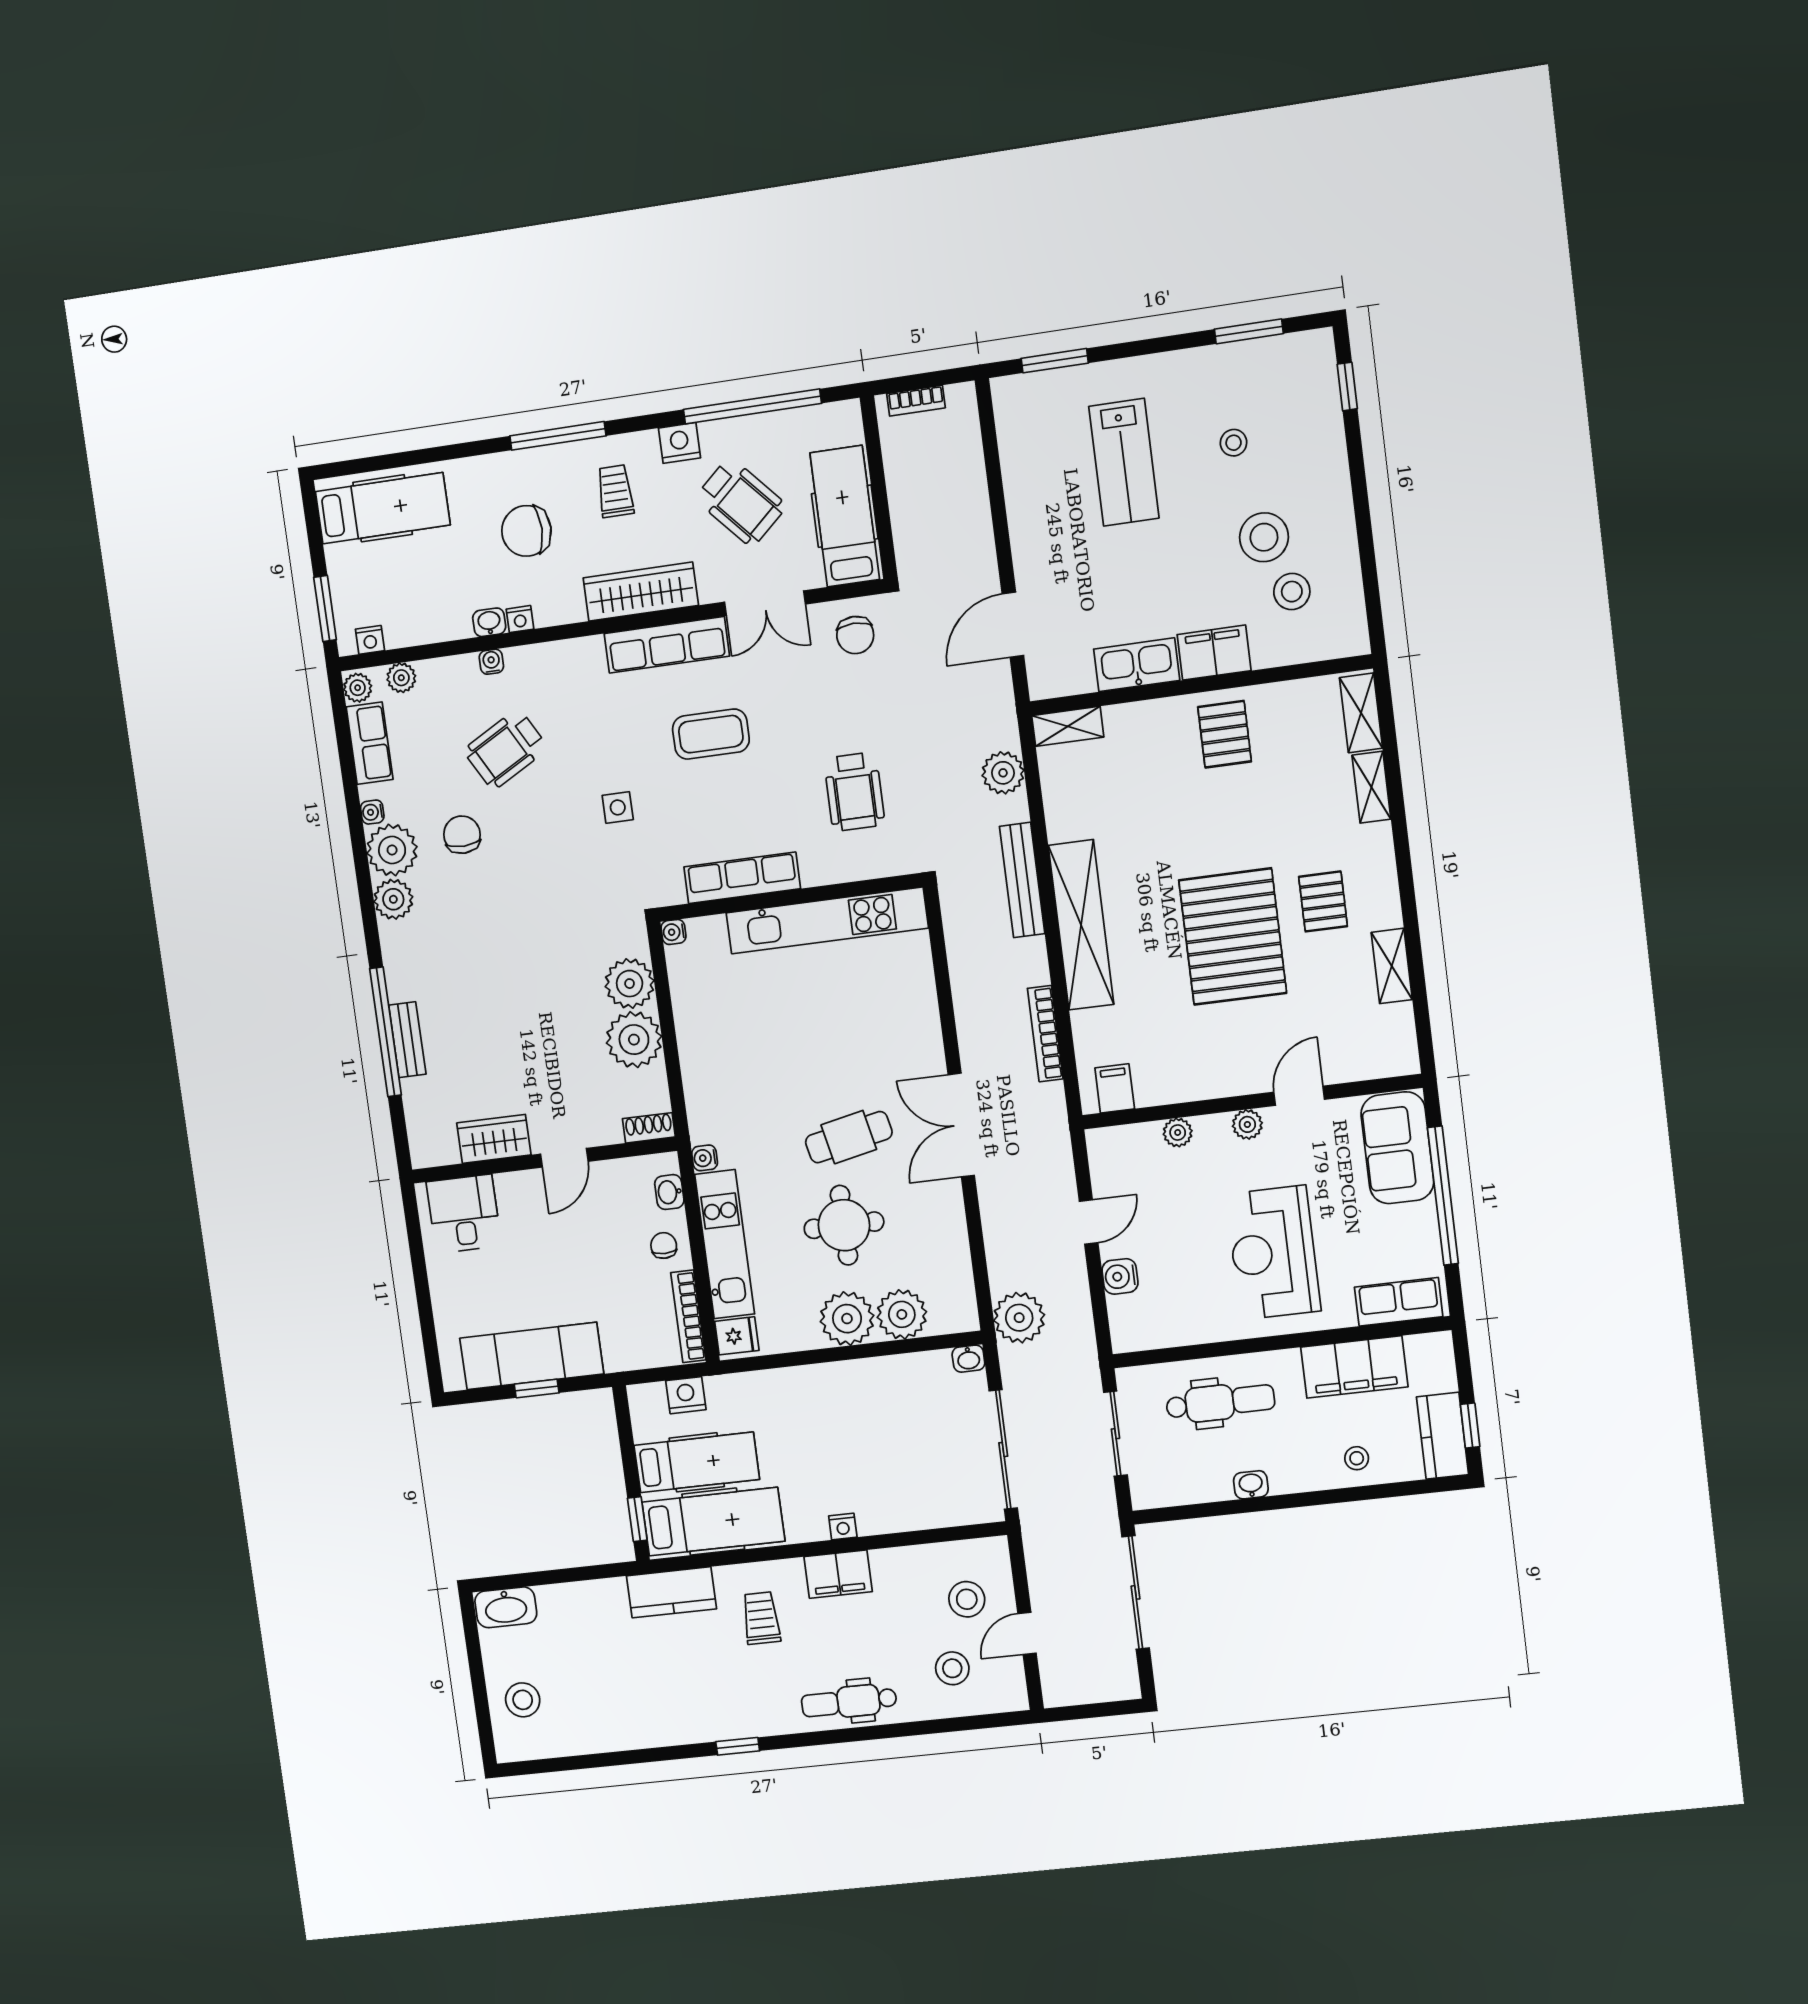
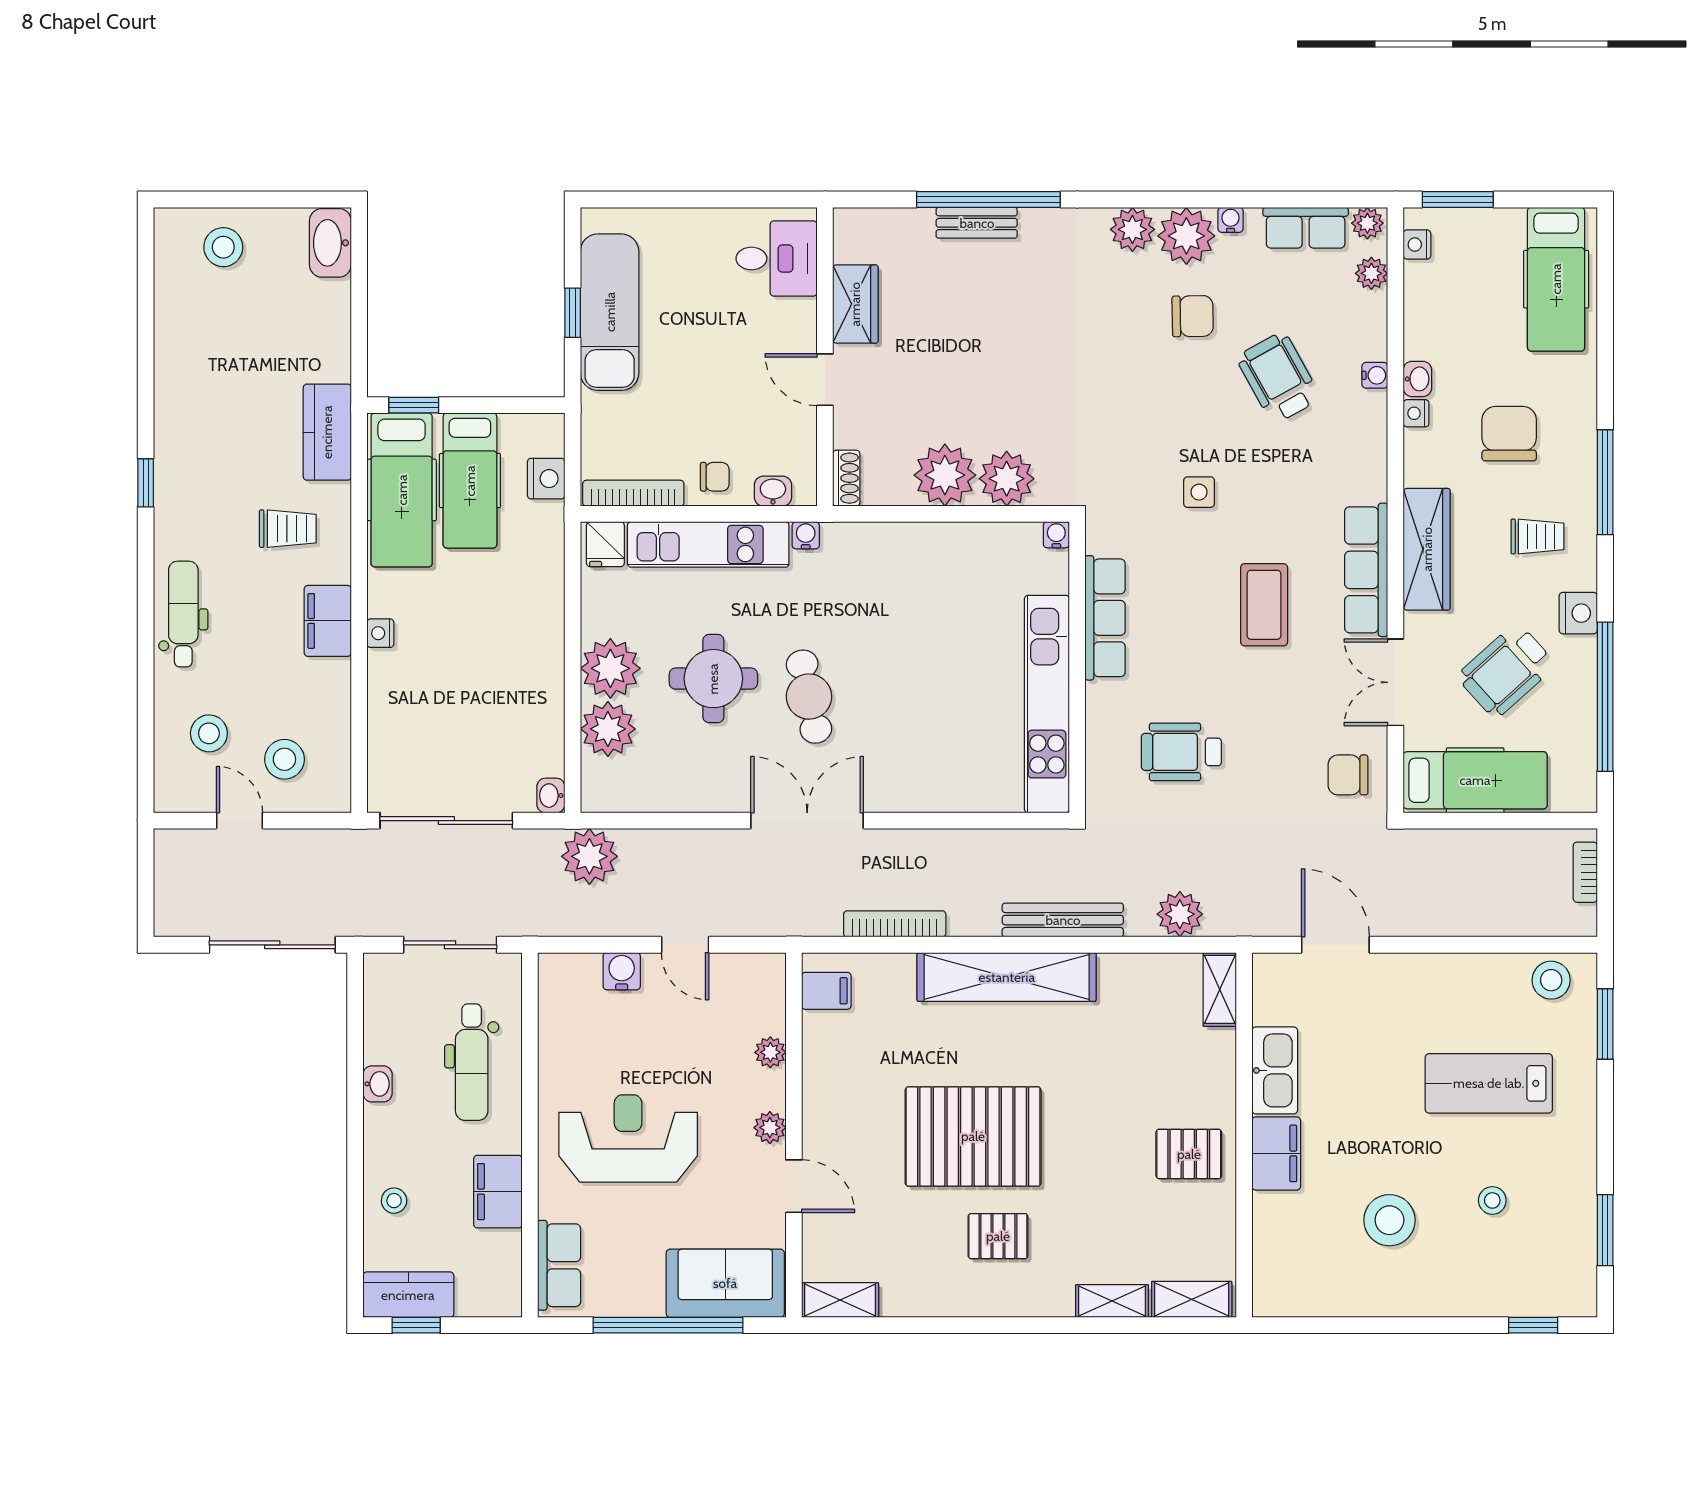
stool: (1292, 592) -> (1551, 980), moved
shelving: (1392, 966) -> (840, 1300), moved
filing cabinet: (1354, 1367) -> (498, 1192), width x0.67, depth x0.86

